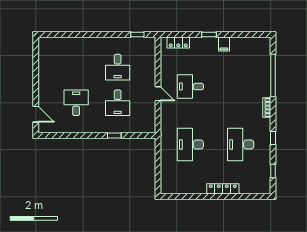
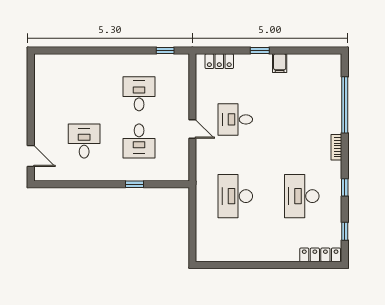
desk: (118, 67) -> (139, 94), turned 180
locker: (223, 189) -> (320, 255), moved

